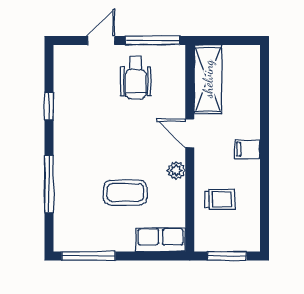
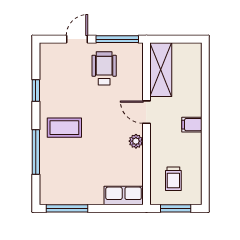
wheelchair: (136, 78) -> (104, 68), turned 180
coffee table: (125, 193) -> (64, 128), moved
trolley: (220, 199) -> (173, 179), moved, turned 90

